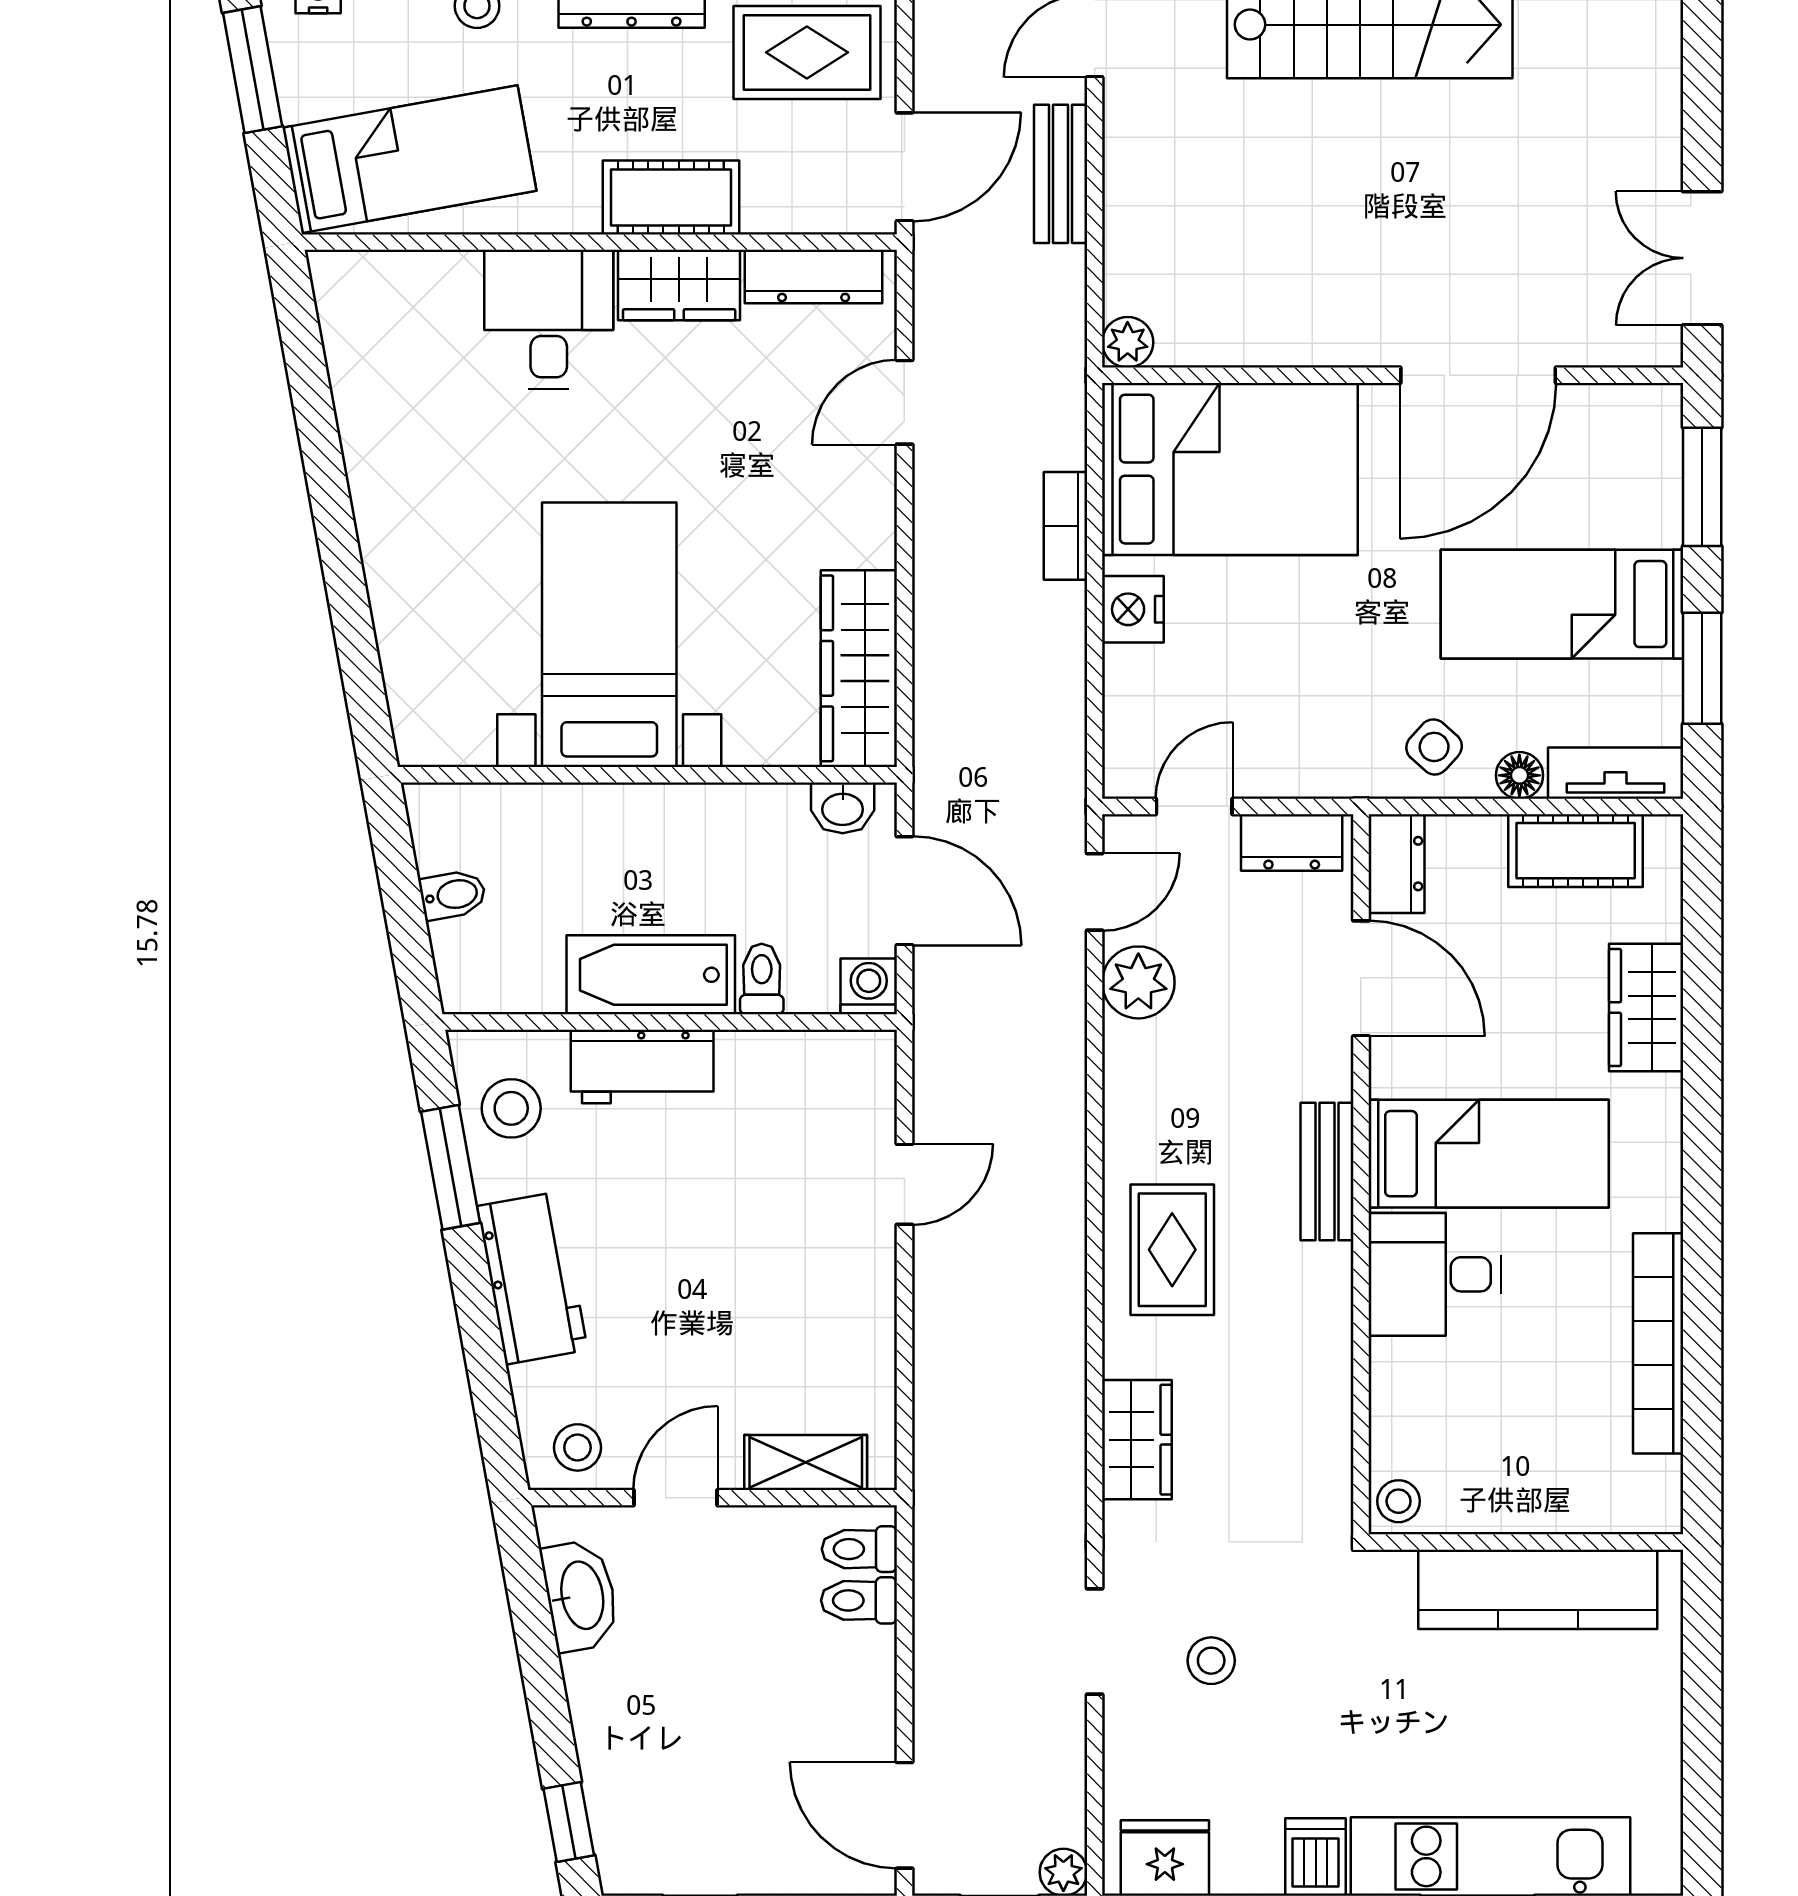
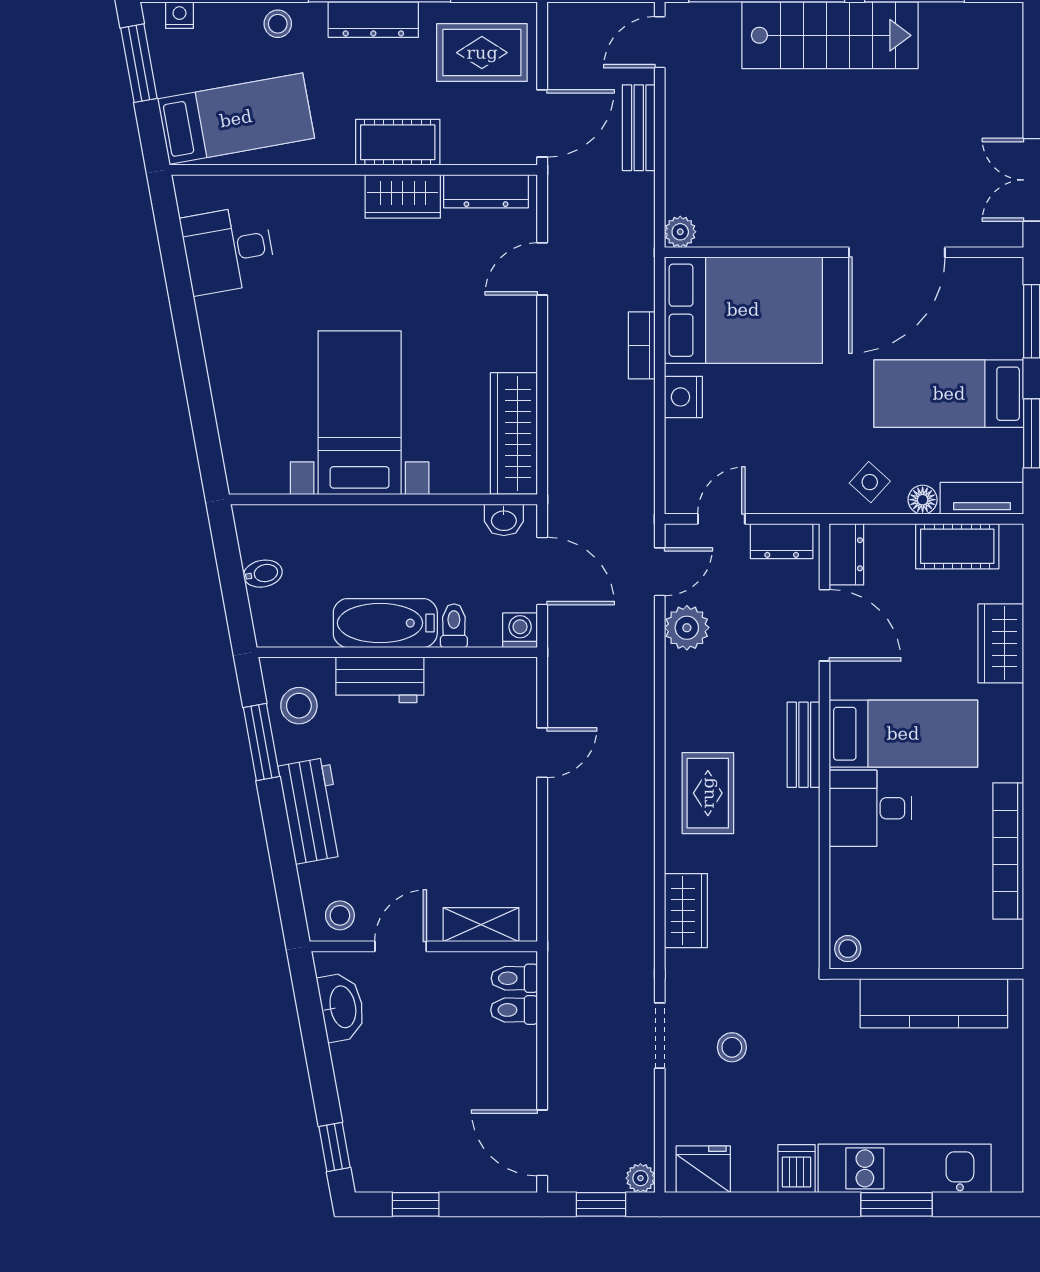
desk: (549, 319) -> (228, 250), moved, turned -100

